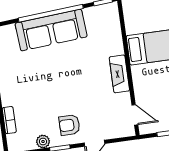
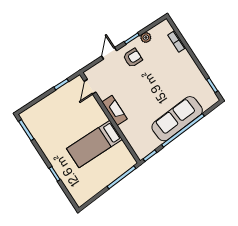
door: (135, 115) -> (90, 87), hinge flipped

